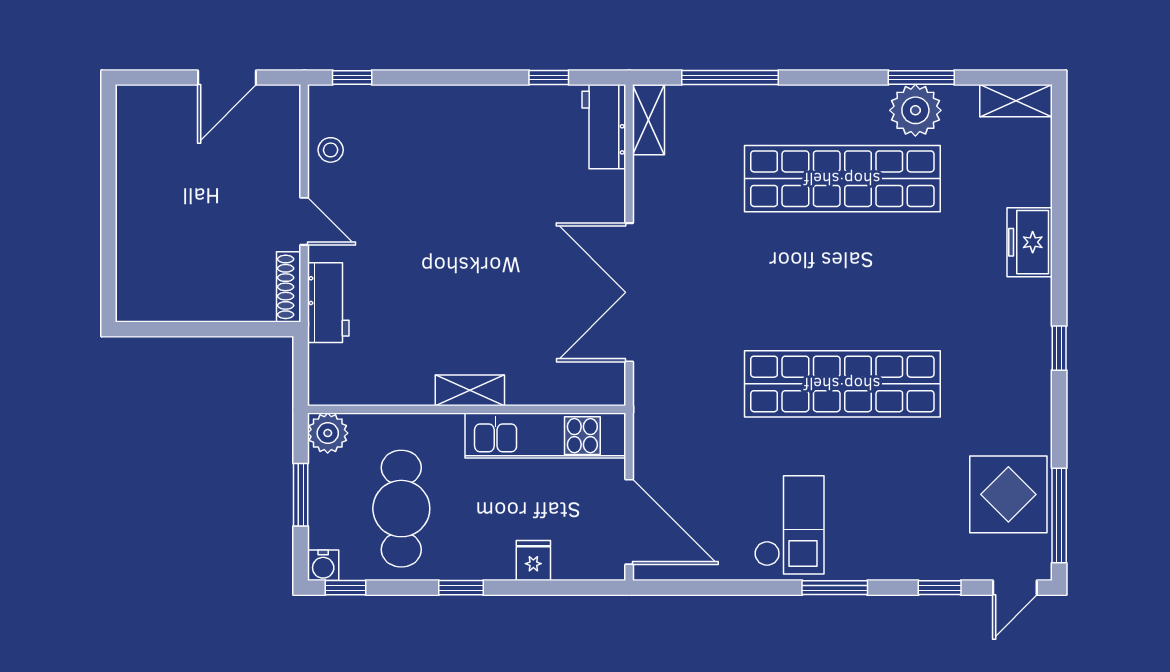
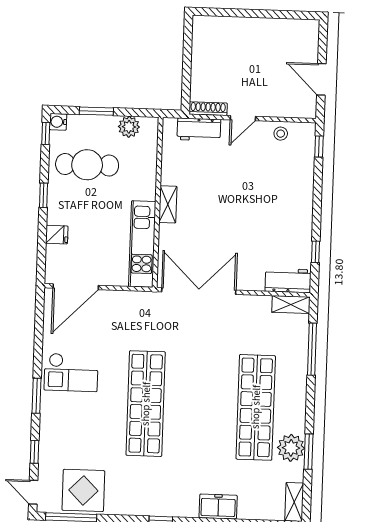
shelving: (470, 390) -> (168, 204), moved
wall: (467, 409) -> (158, 202), moved
kitchen unit: (545, 436) -> (142, 244), moved

